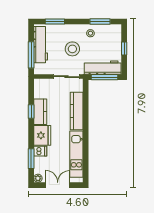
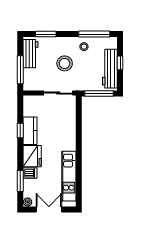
window: (100, 22) -> (94, 34), width x1.44
workbench: (41, 45) -> (30, 54), width x0.73
workbench: (103, 68) -> (110, 69), moved, turned -90
kitchen counter: (77, 111) -> (69, 130), removed

